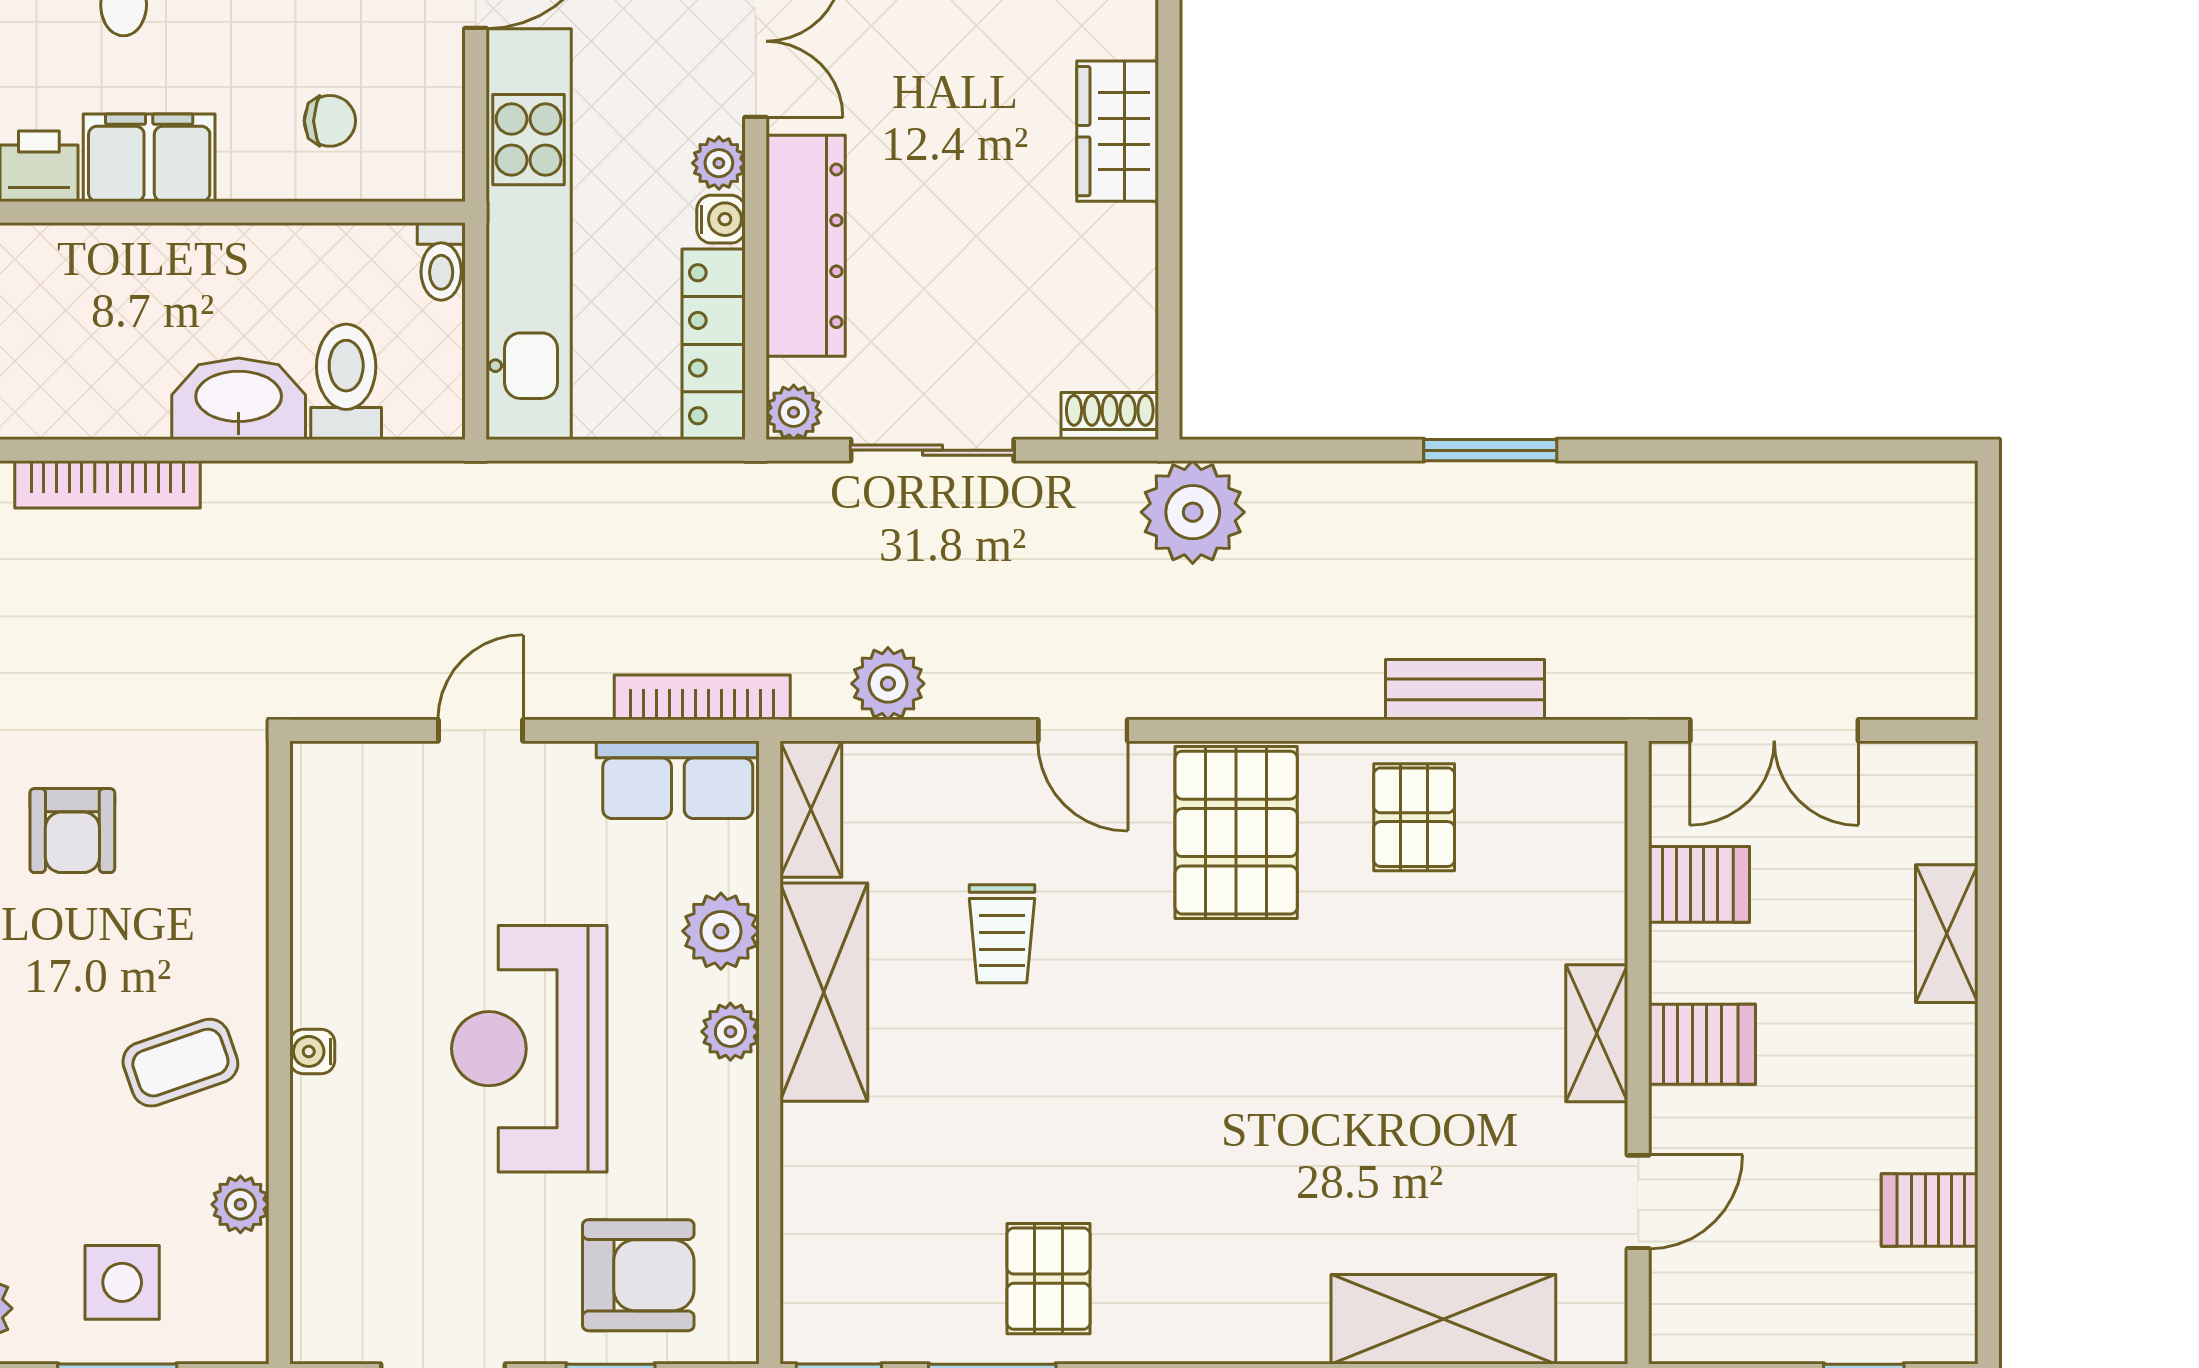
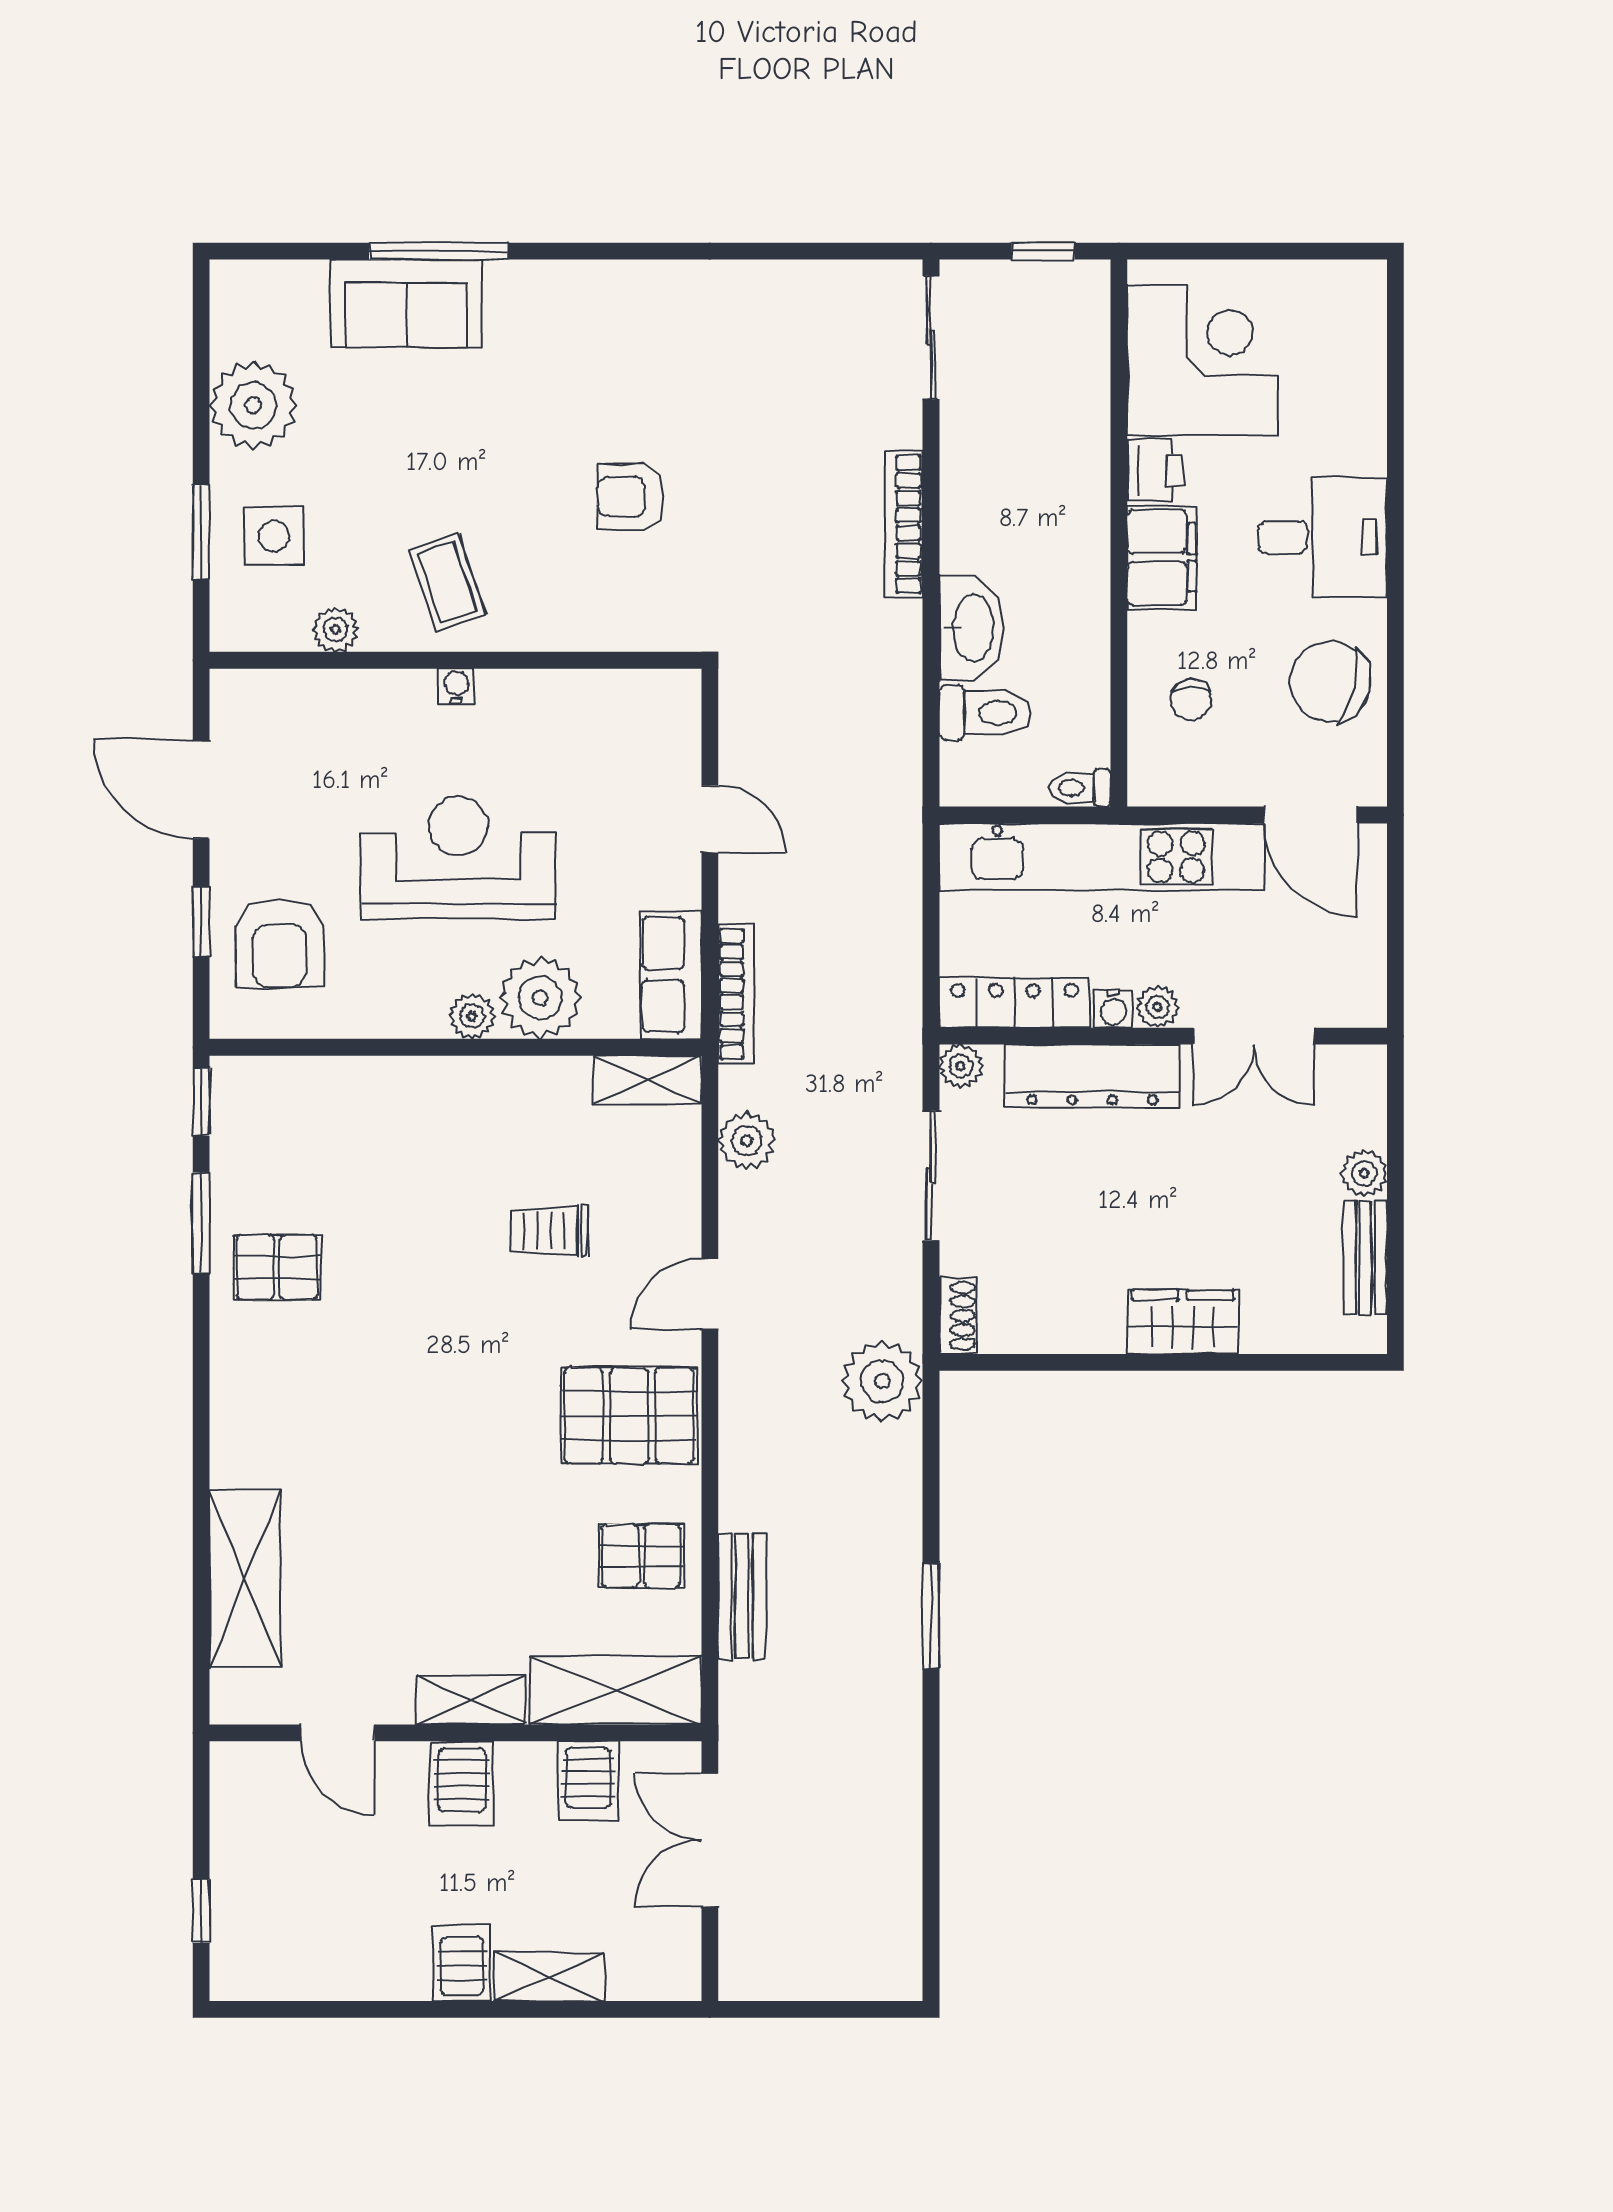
plant: (721, 931) -> (540, 998), width x1.36, depth x1.36
shelving: (824, 992) -> (615, 1690), moved
server rack: (1930, 1210) -> (462, 1963), moved

